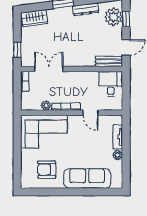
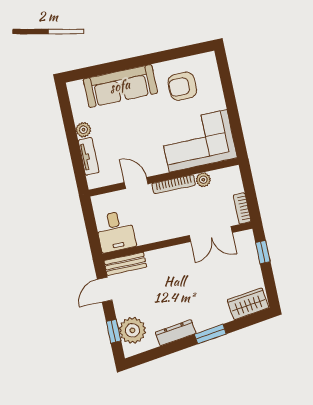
armchair: (47, 170) -> (182, 86), turned 180

